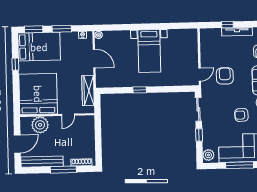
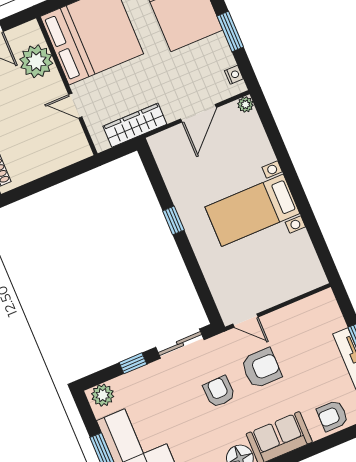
armchair: (241, 115) -> (219, 392), moved

